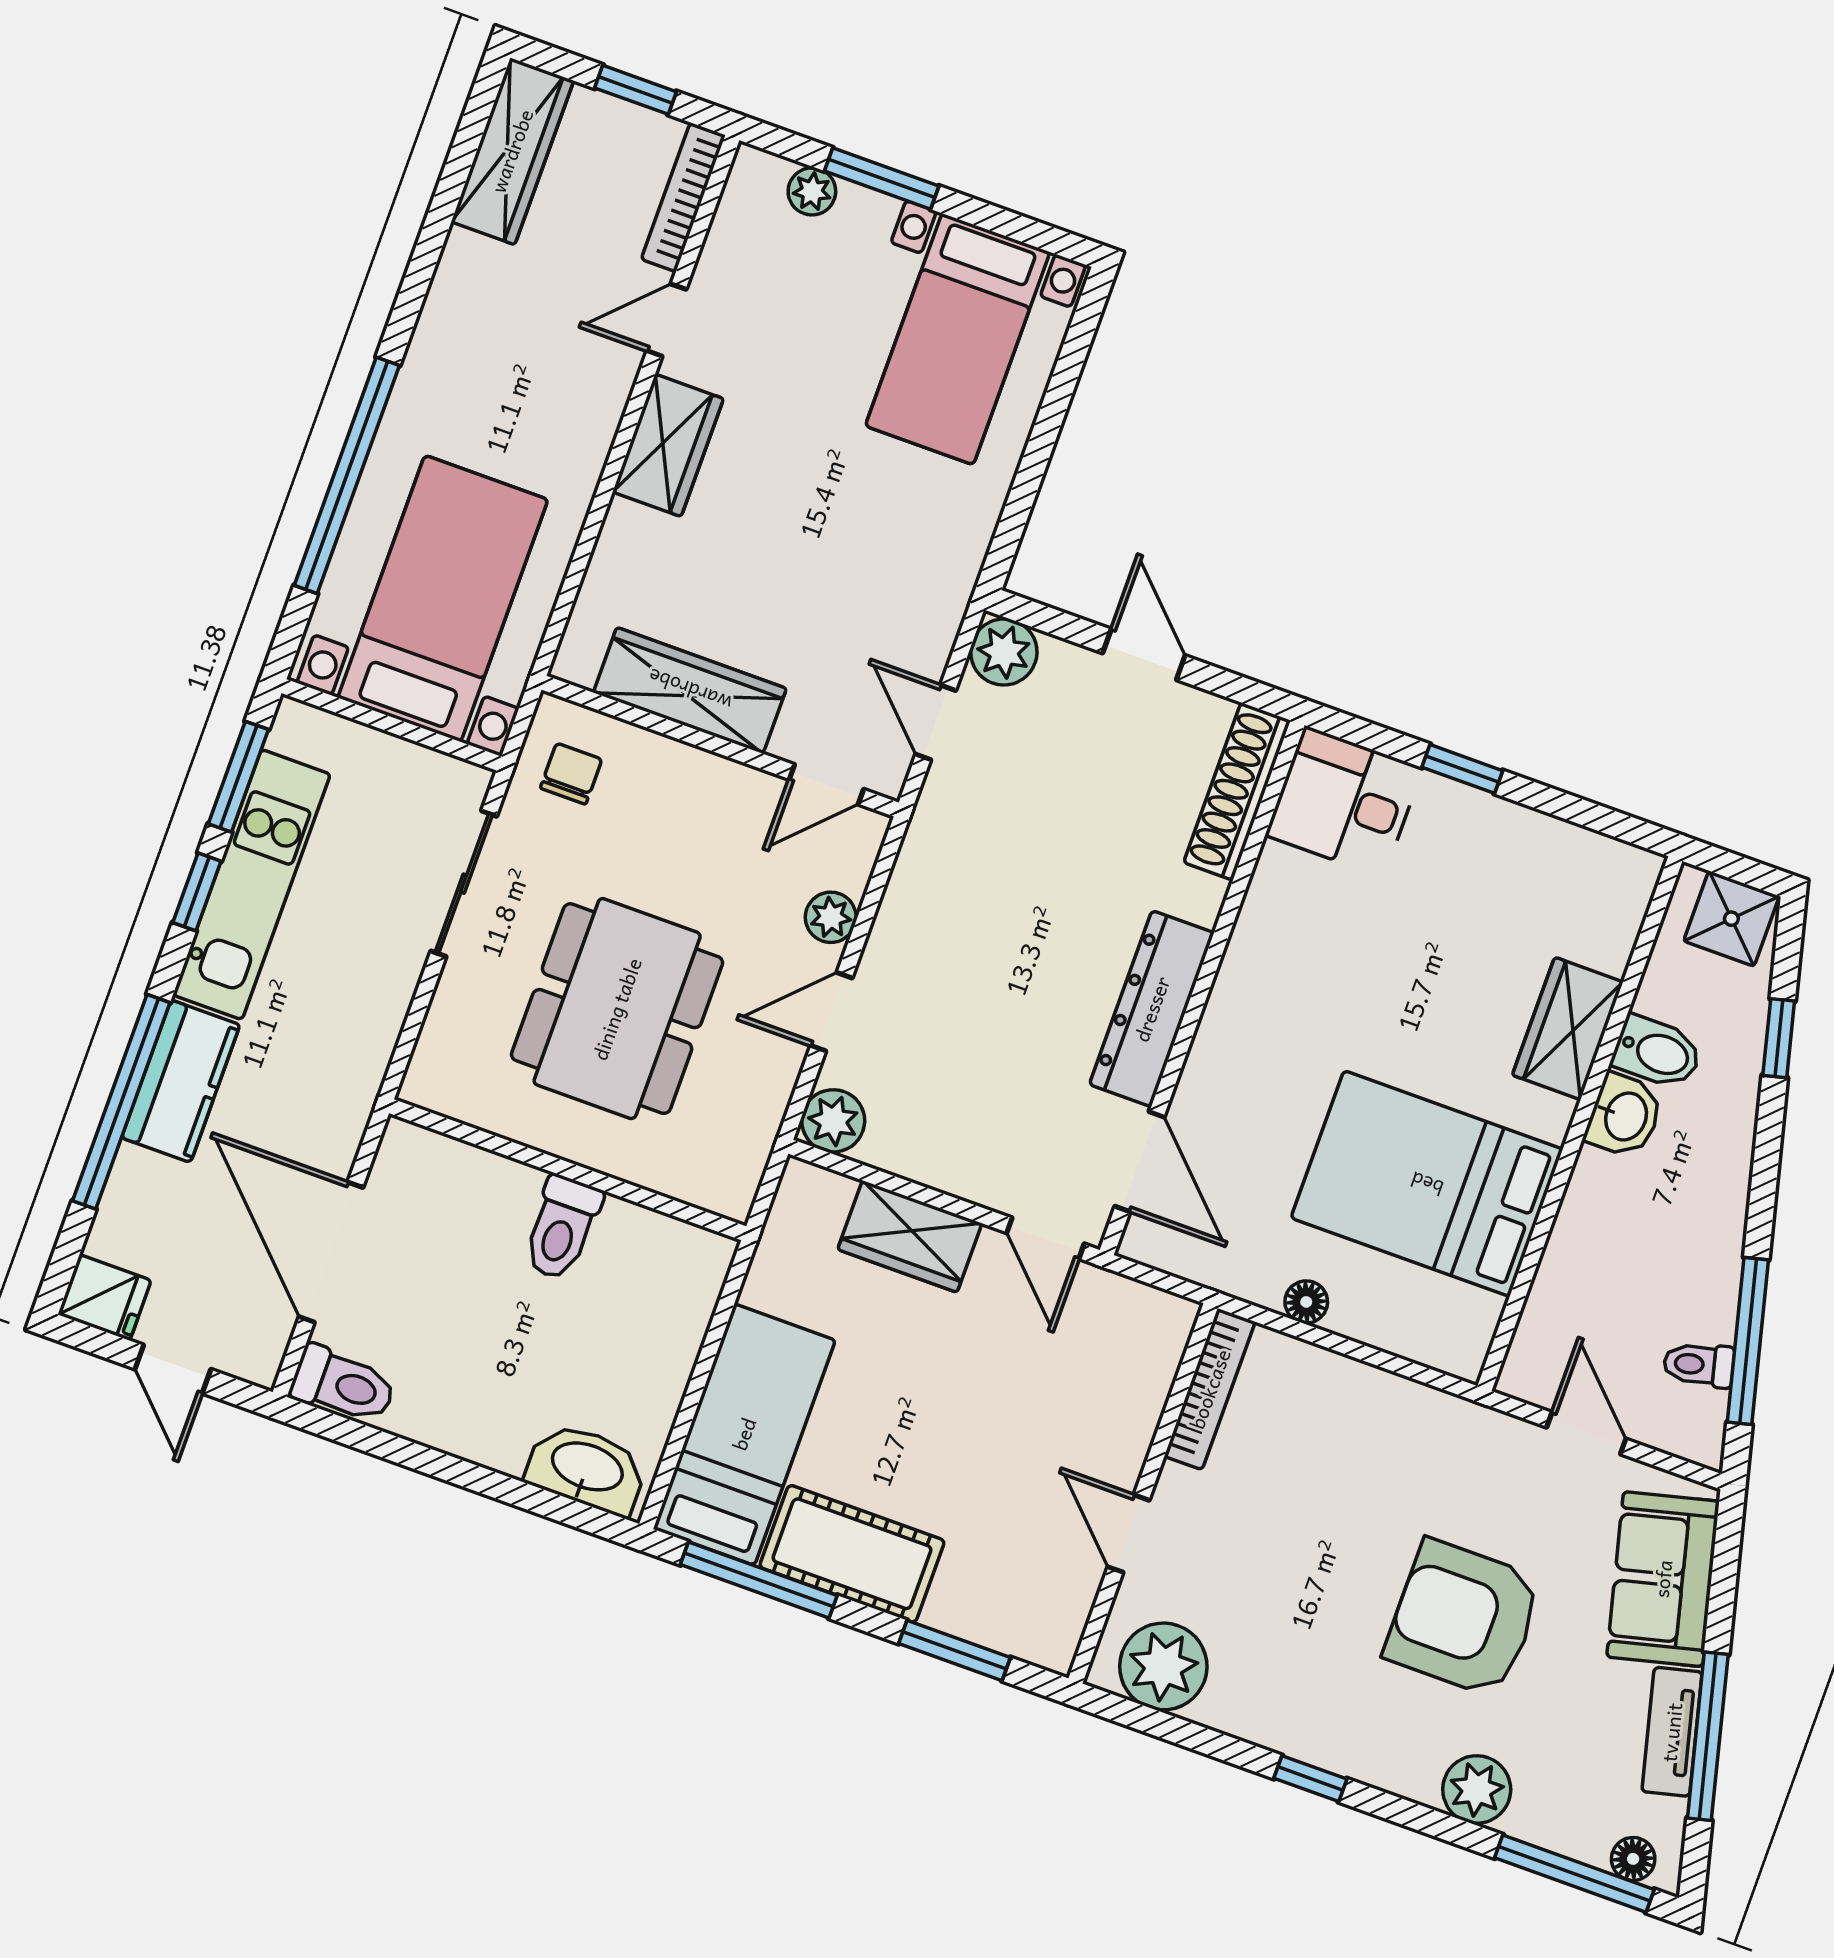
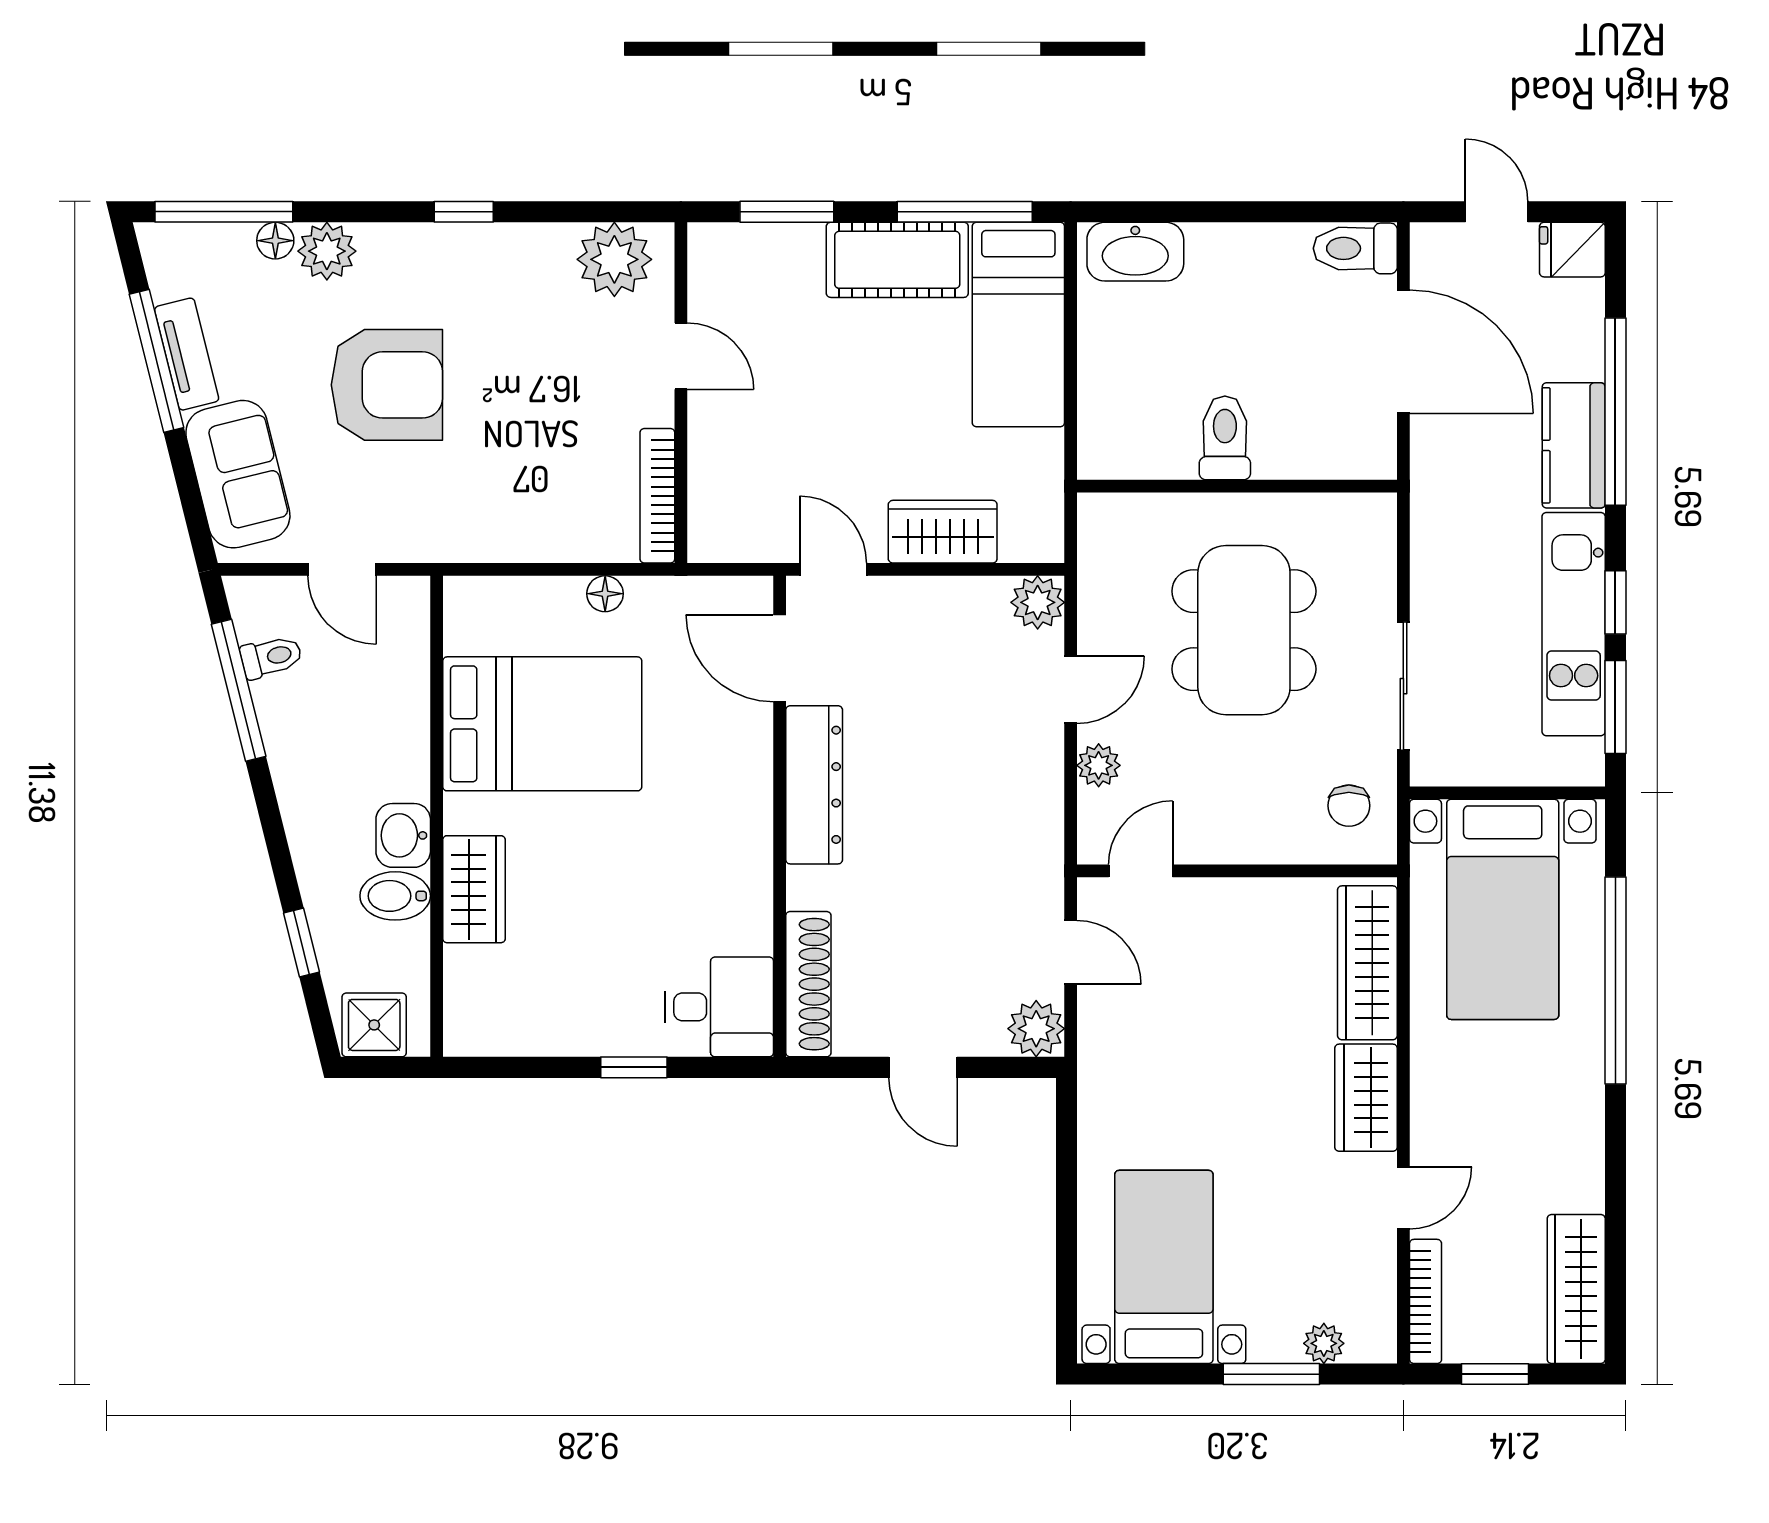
wardrobe: (690, 690) -> (1367, 963), moved, turned 90
floor lamp: (1633, 1859) -> (275, 241), moved

